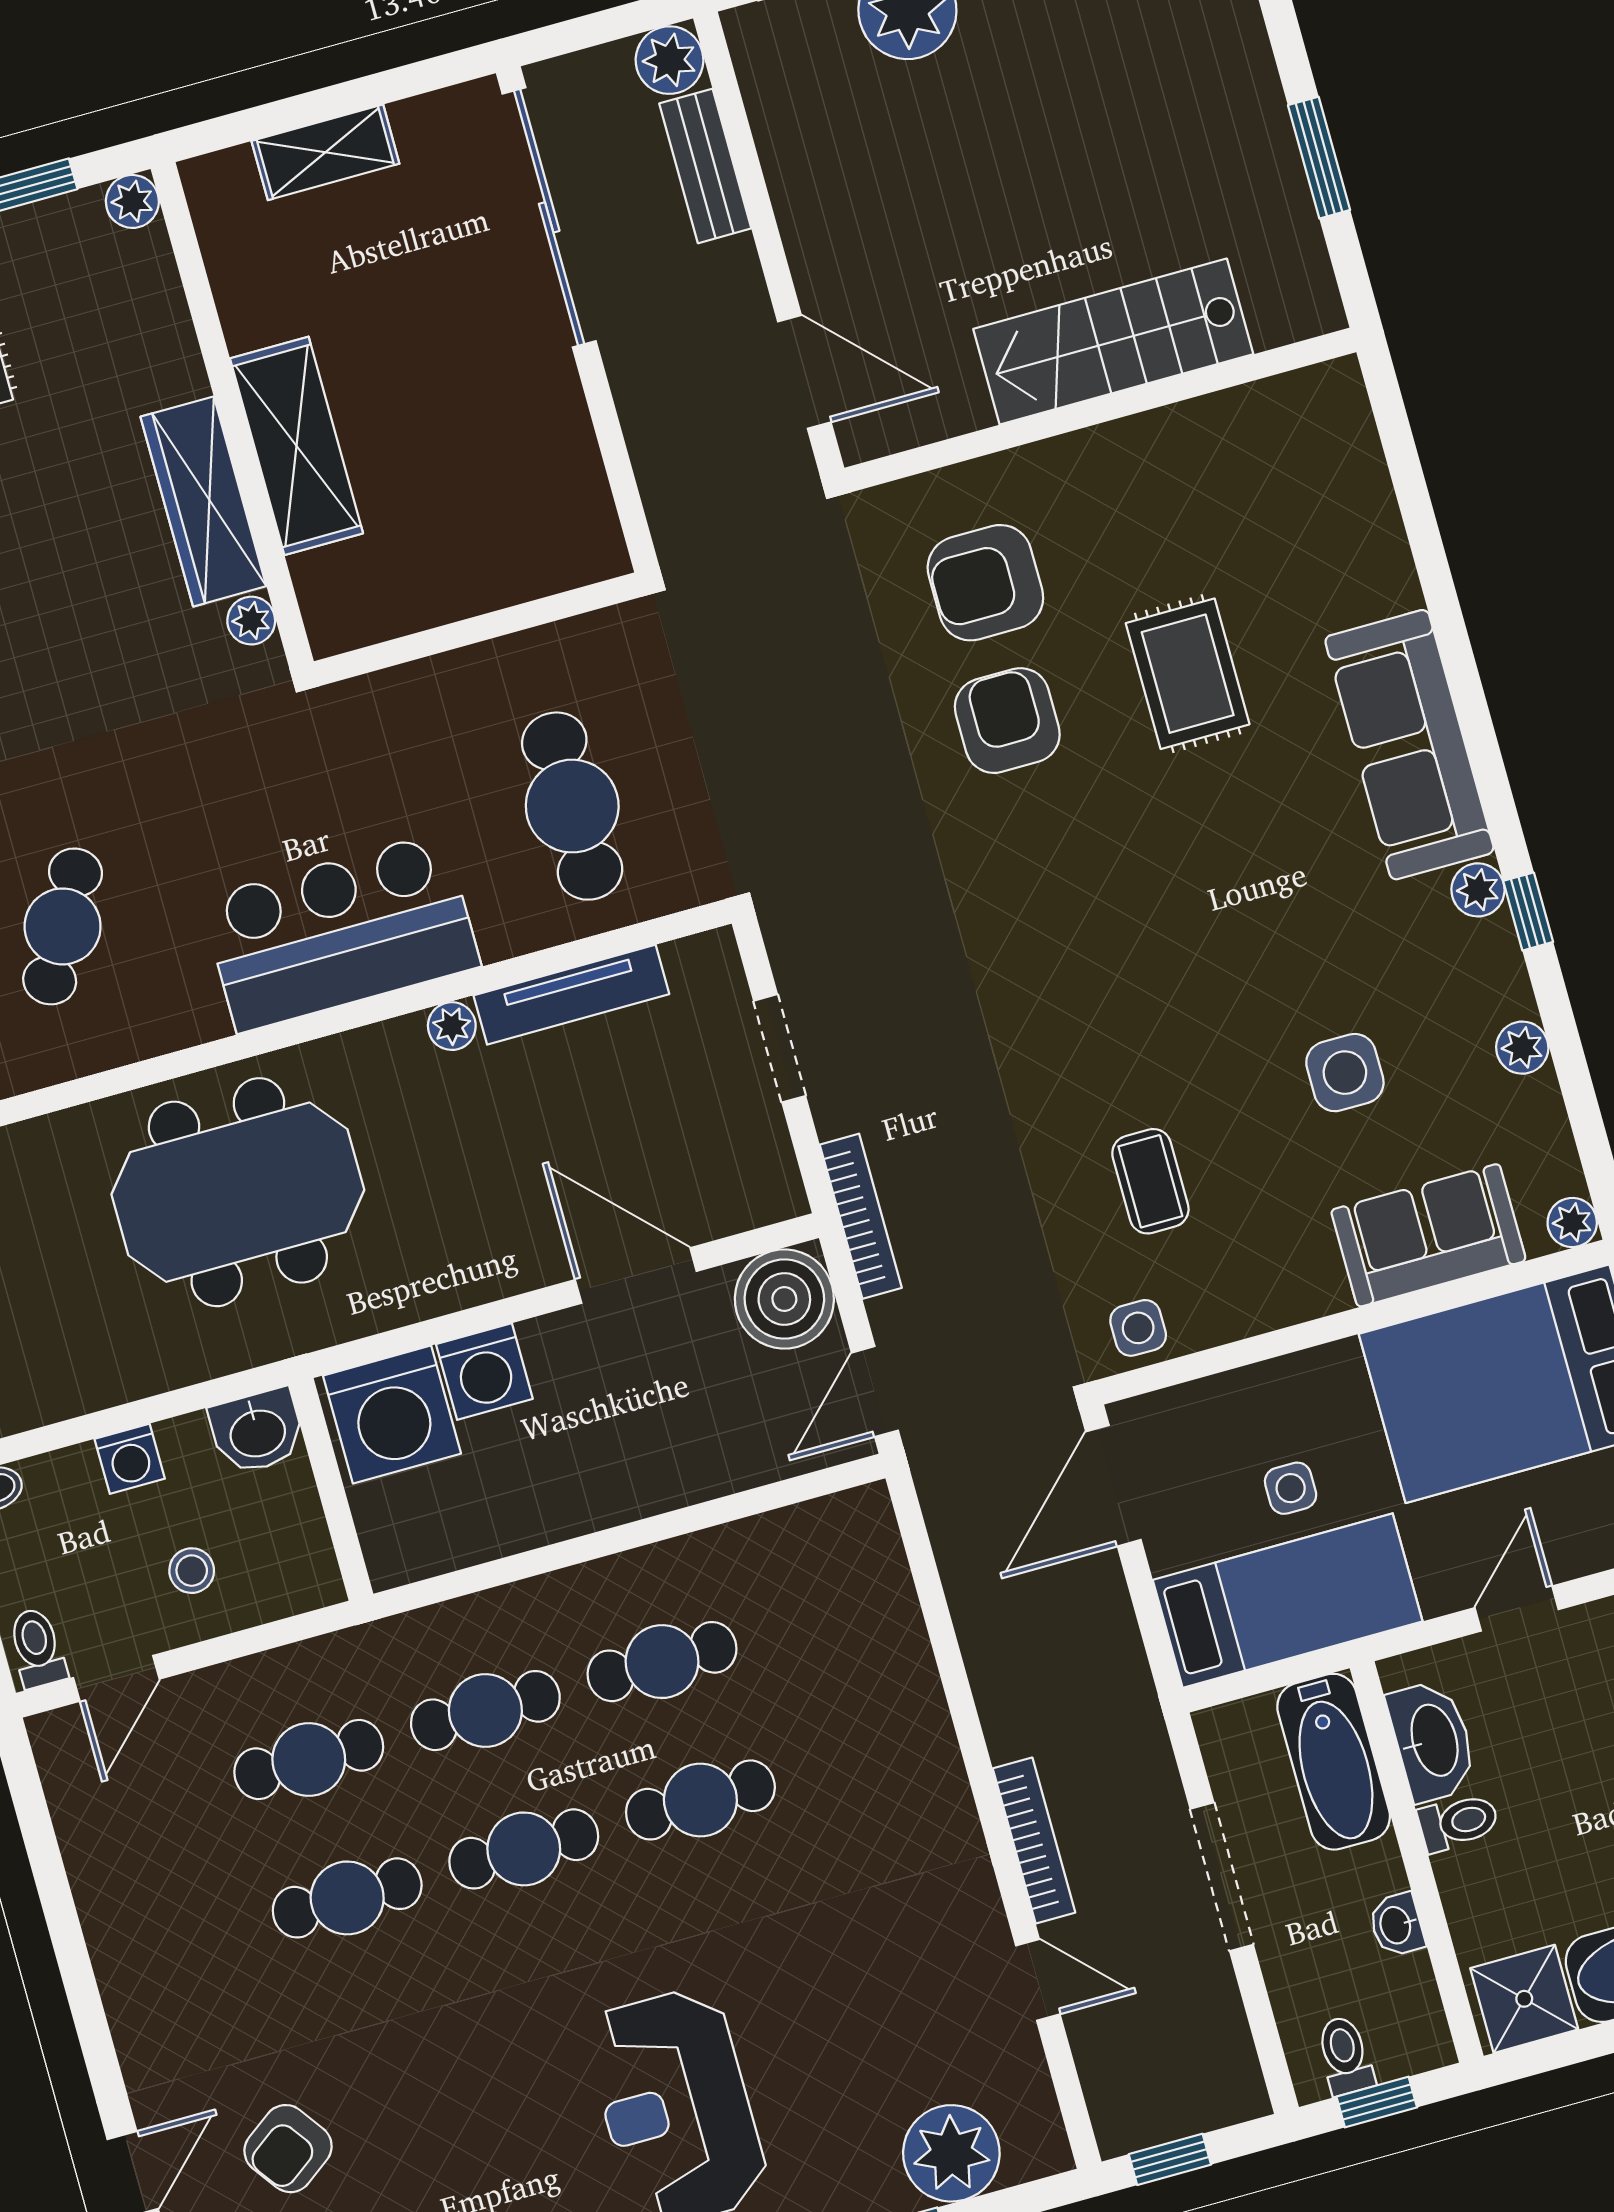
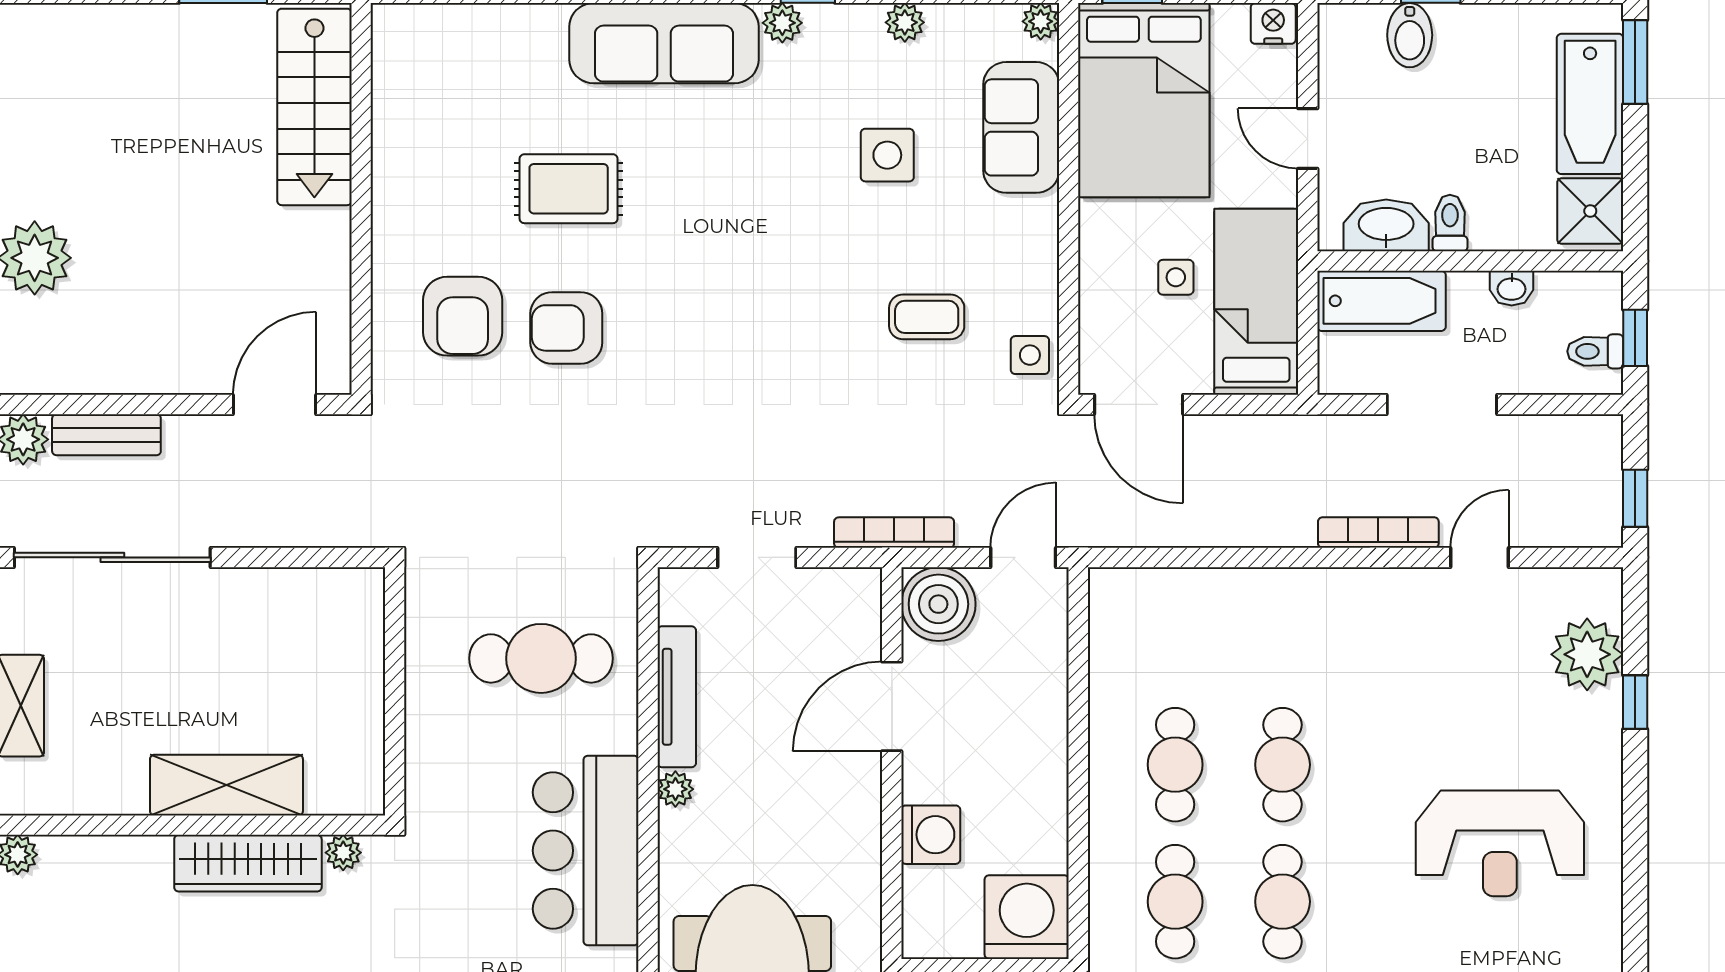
stairs: (1113, 342) -> (314, 107), moved
door: (875, 1392) -> (1023, 557), swing flipped
washing machine: (392, 1415) -> (1027, 917), moved, turned -90

